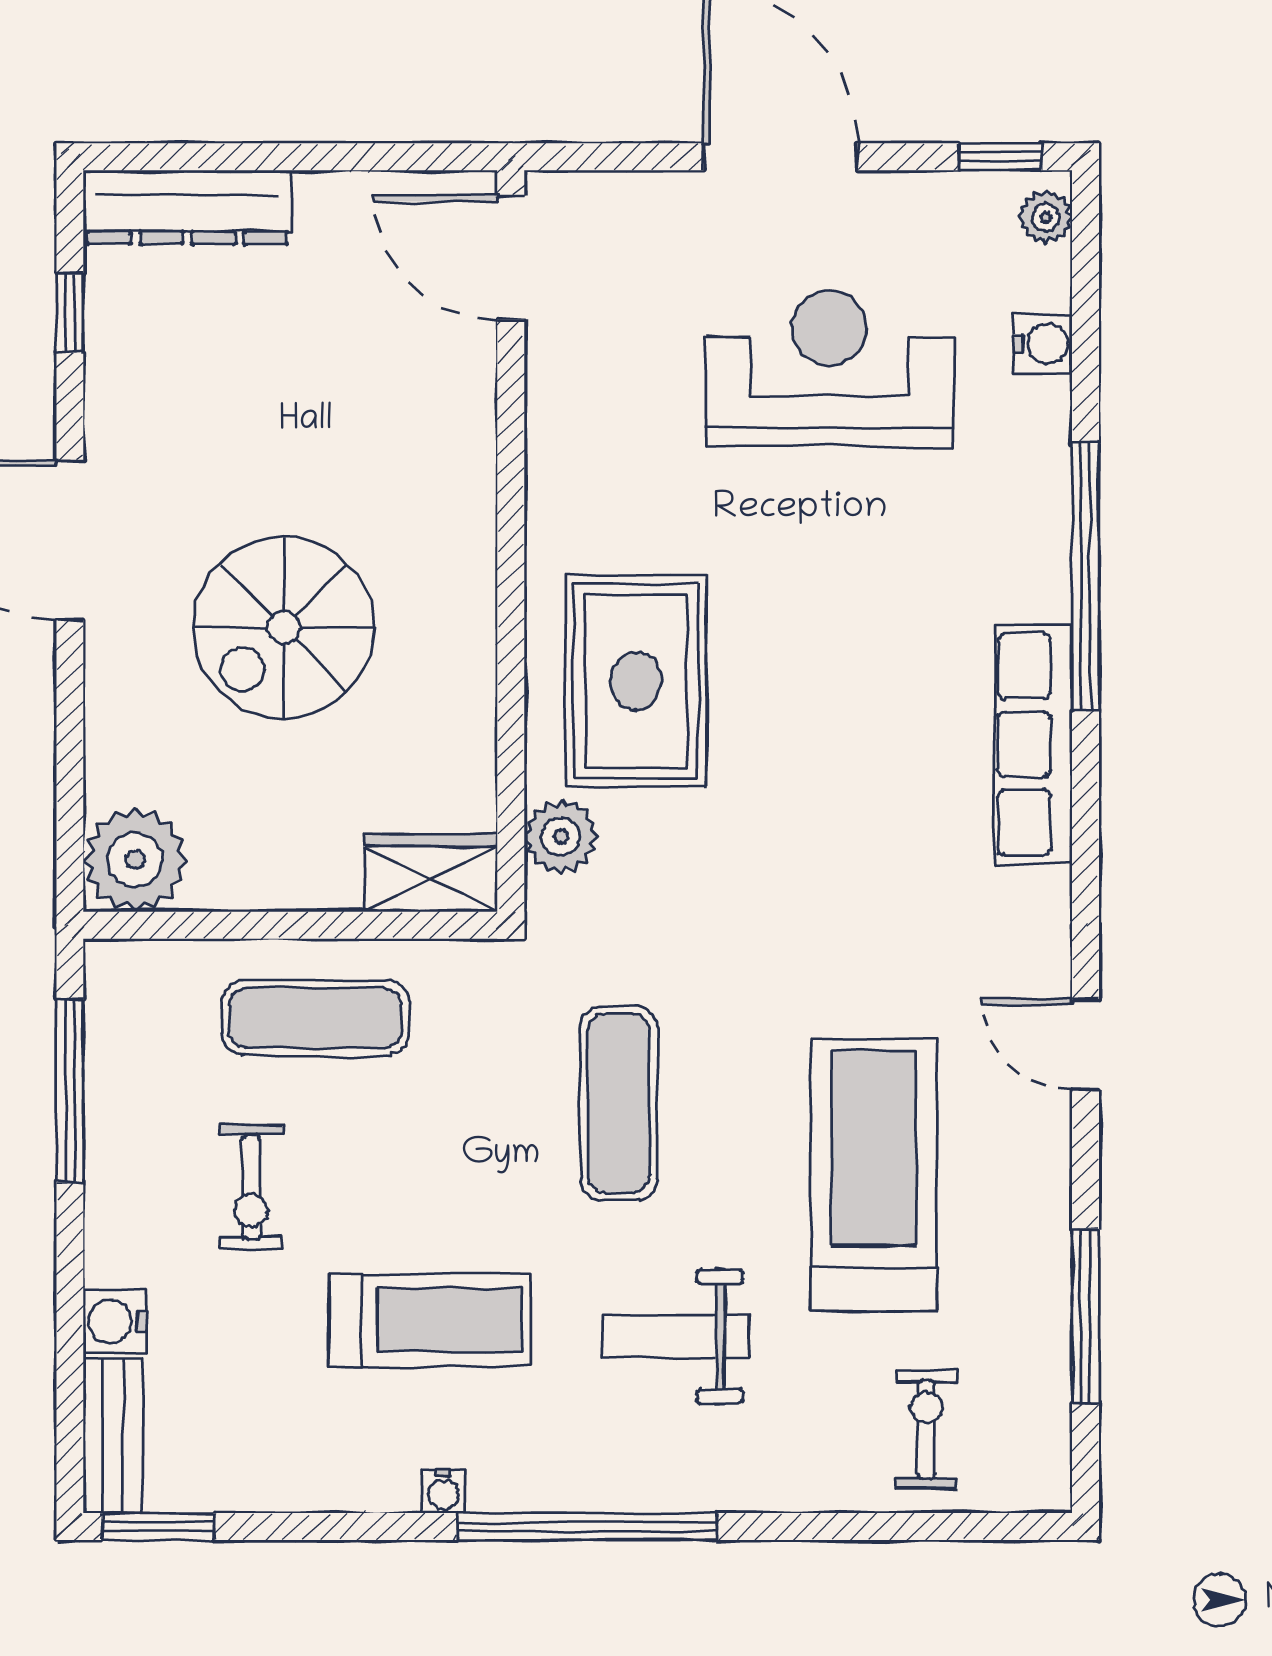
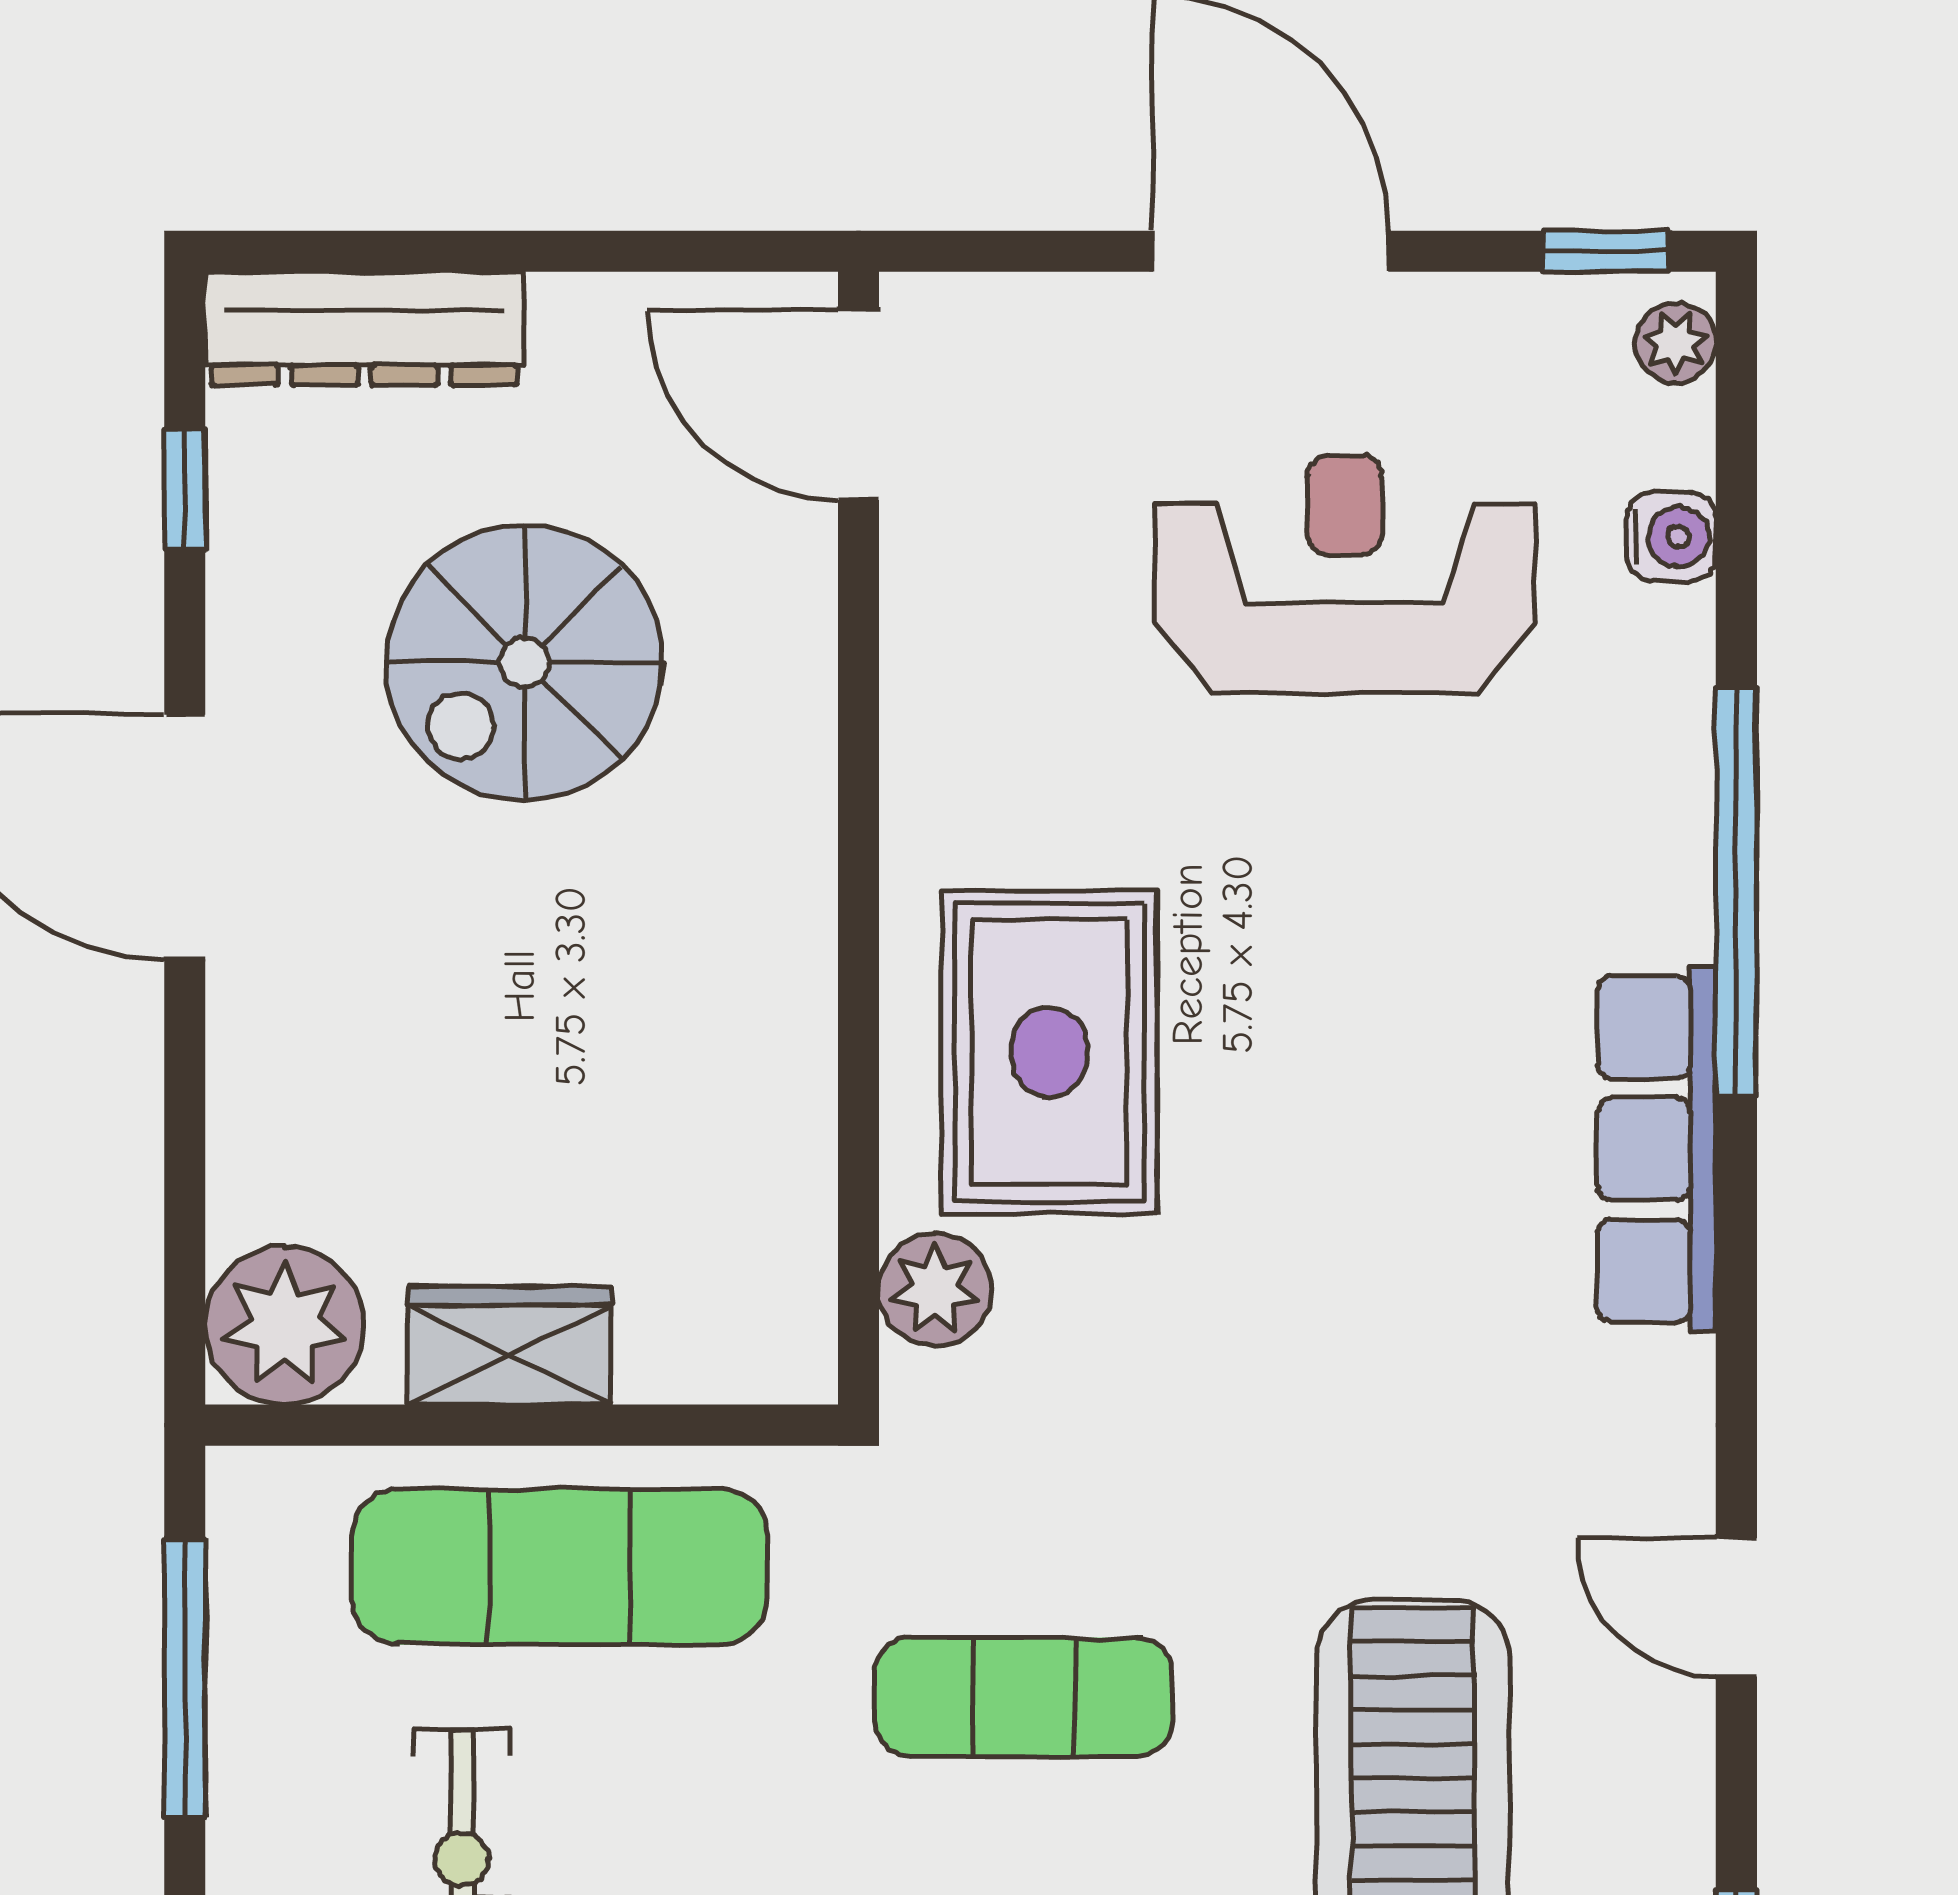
spiral stairs: (284, 628) -> (524, 662), moved
wardrobe: (431, 873) -> (510, 1346), moved
exercise mat: (315, 1018) -> (560, 1567), width x1.36, depth x1.45
exercise mat: (619, 1103) -> (1023, 1697), turned 90

